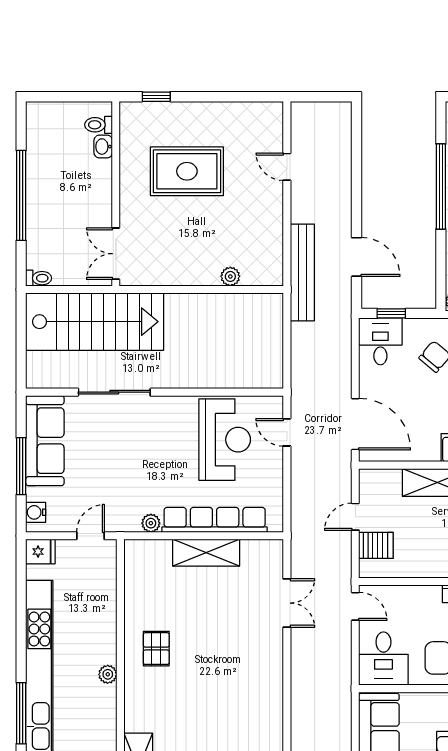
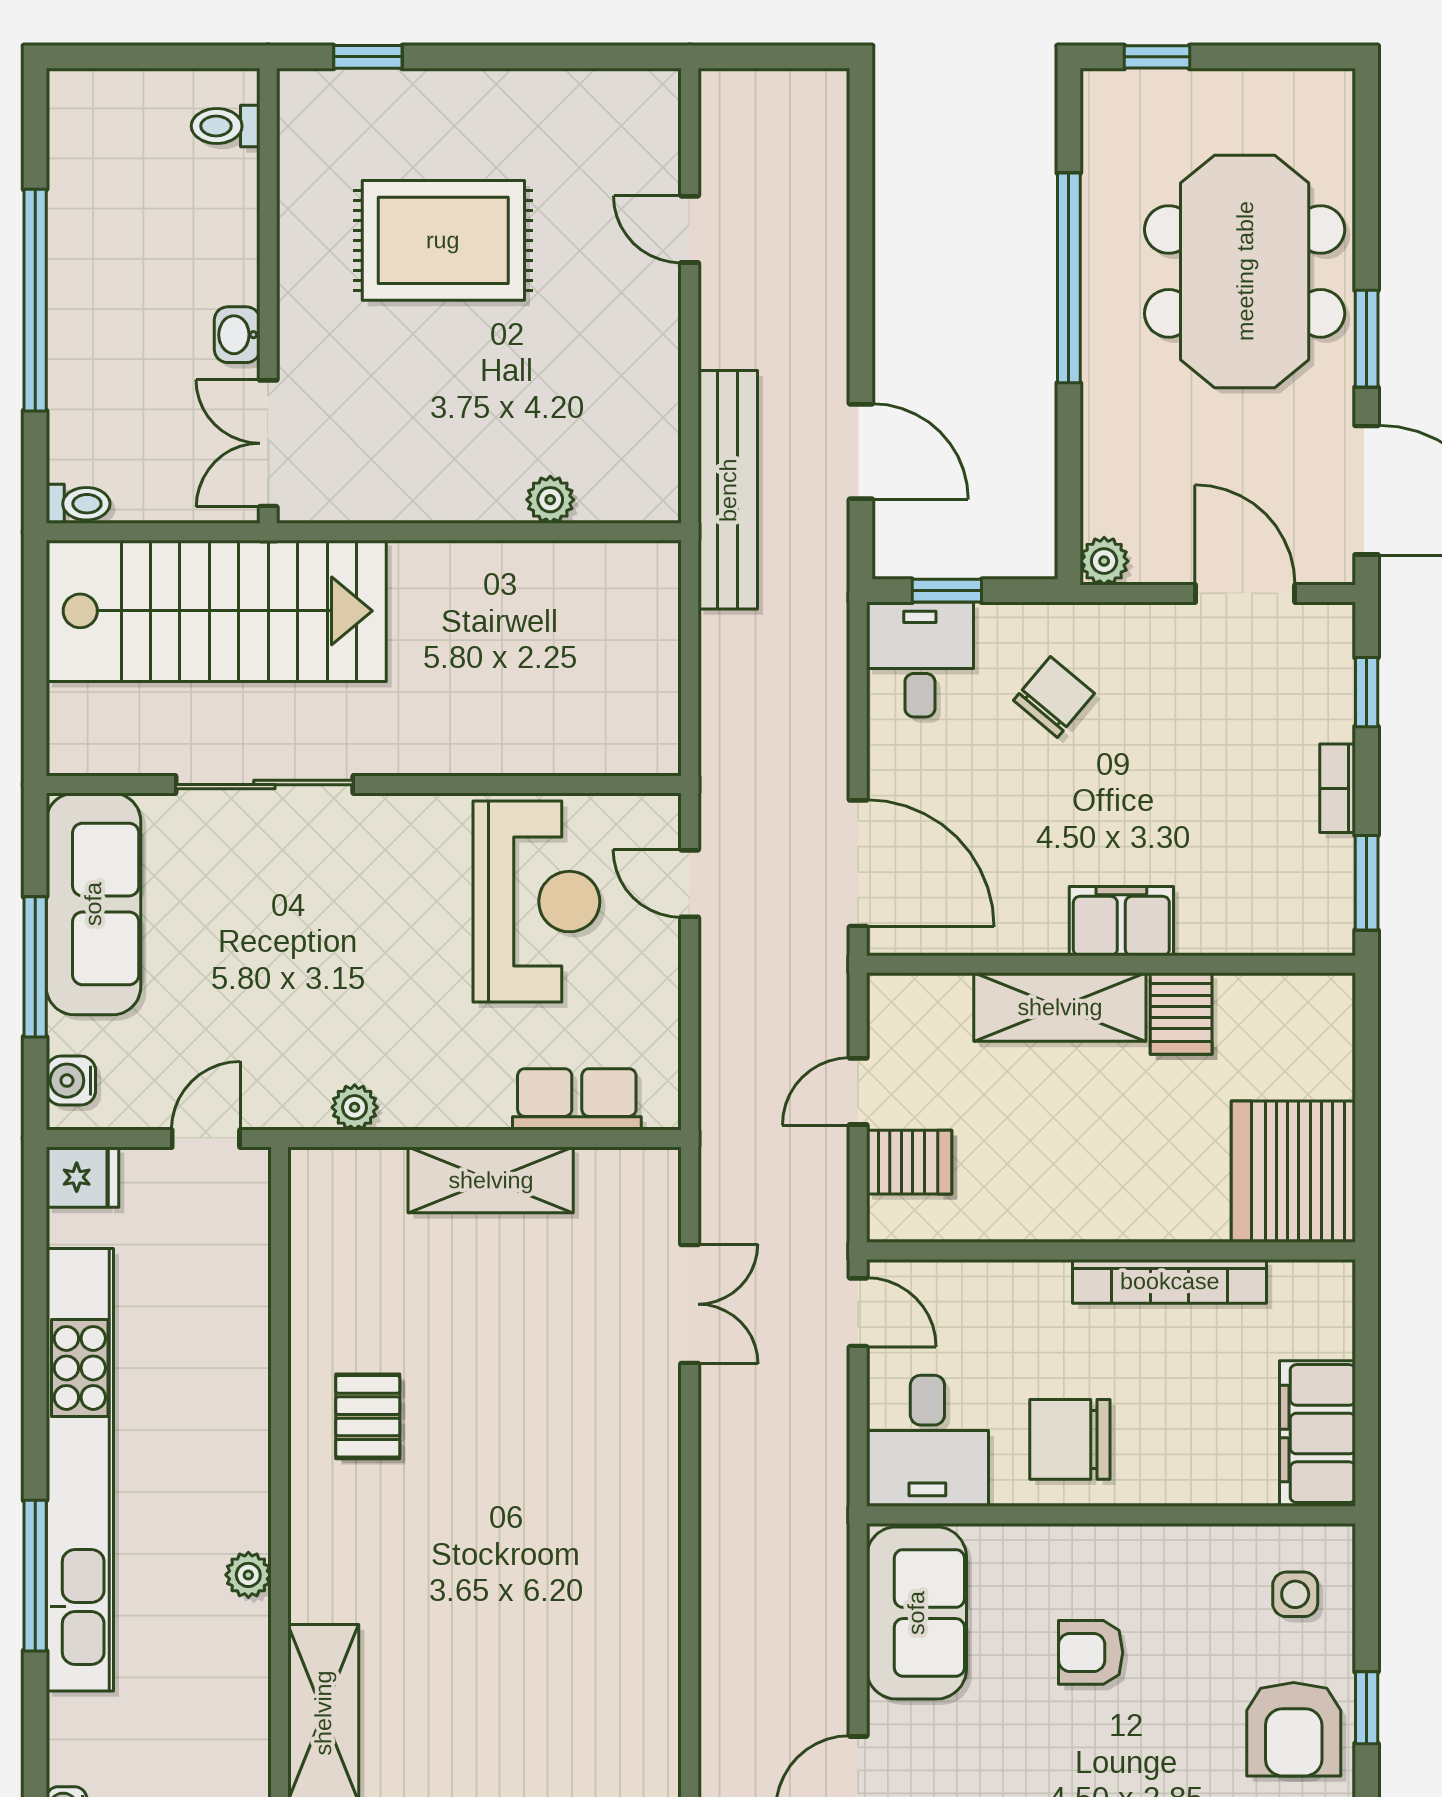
washbasin: (103, 147) -> (237, 335), moved
row of seats: (215, 520) -> (577, 1099), width x0.50
plant: (108, 674) -> (248, 1575), moved

